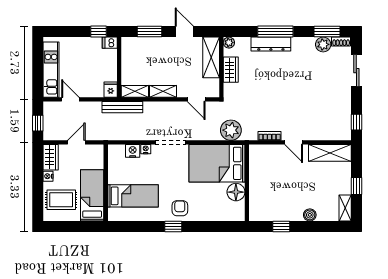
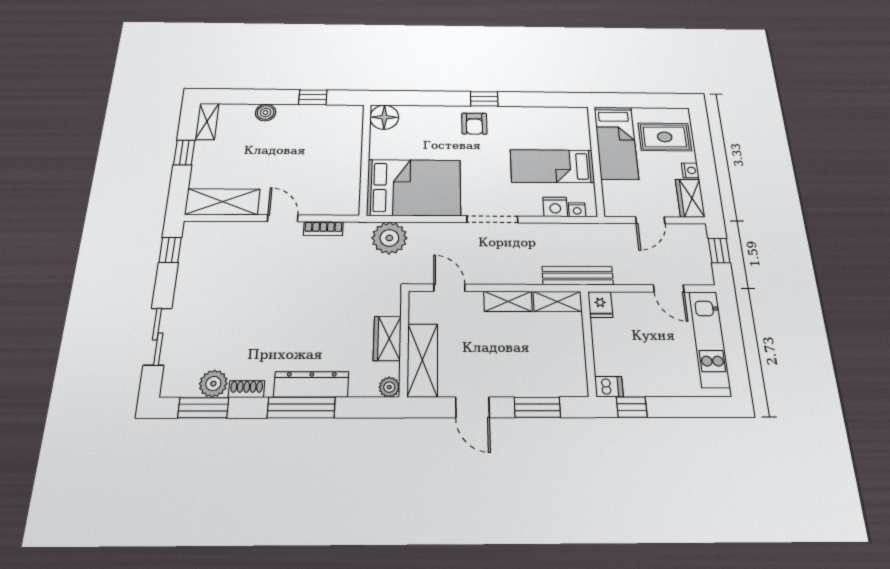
shoe rack: (341, 42) -> (246, 389), moved
nightstand: (146, 149) -> (577, 210), moved
floor lamp: (236, 192) -> (384, 117), moved
bed: (133, 196) -> (552, 166), moved

